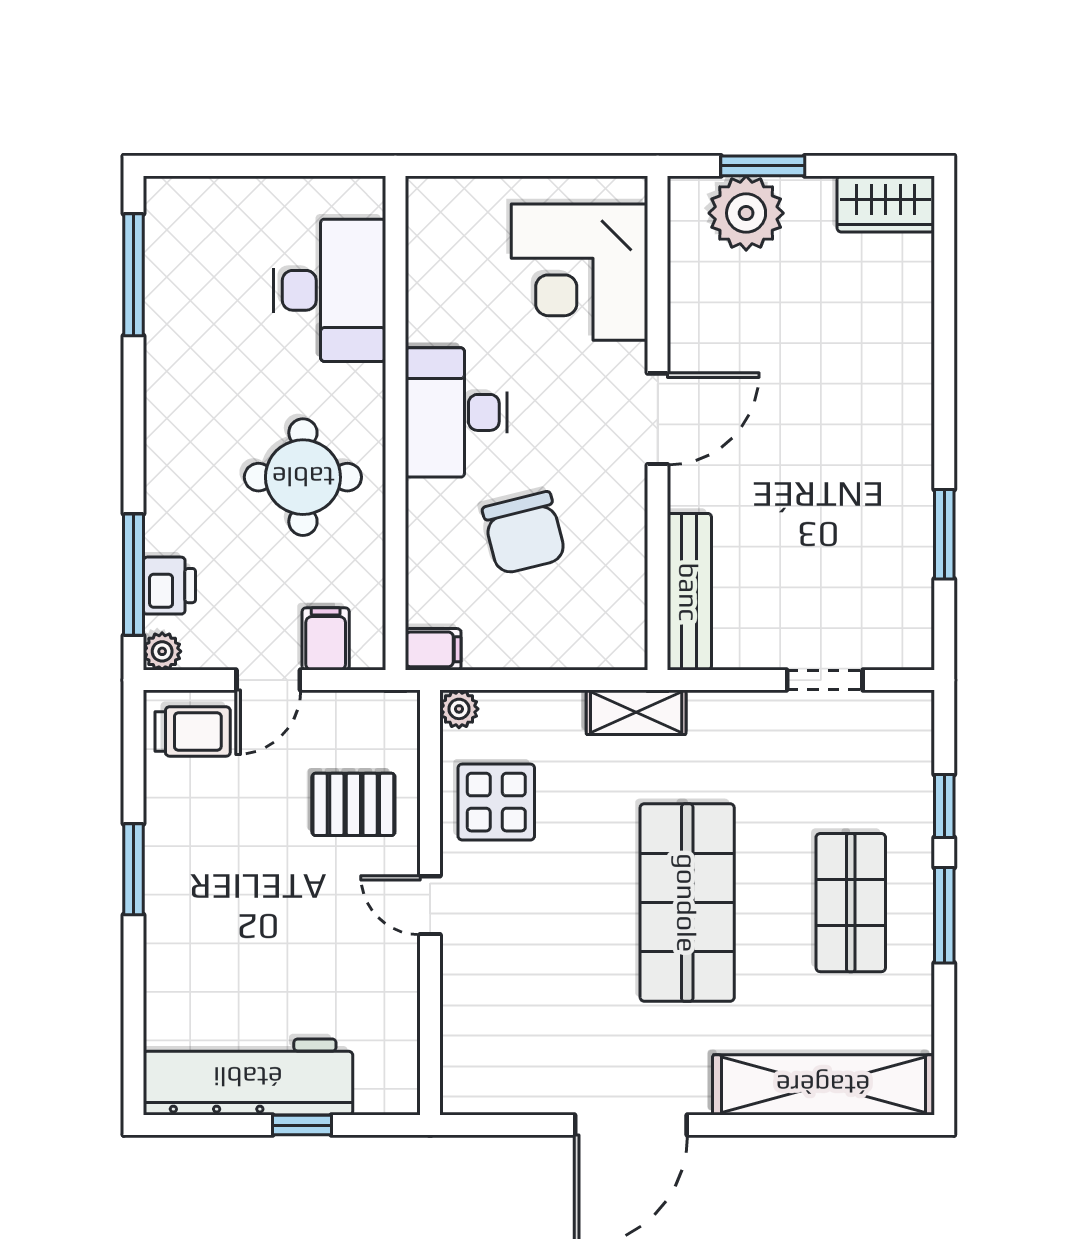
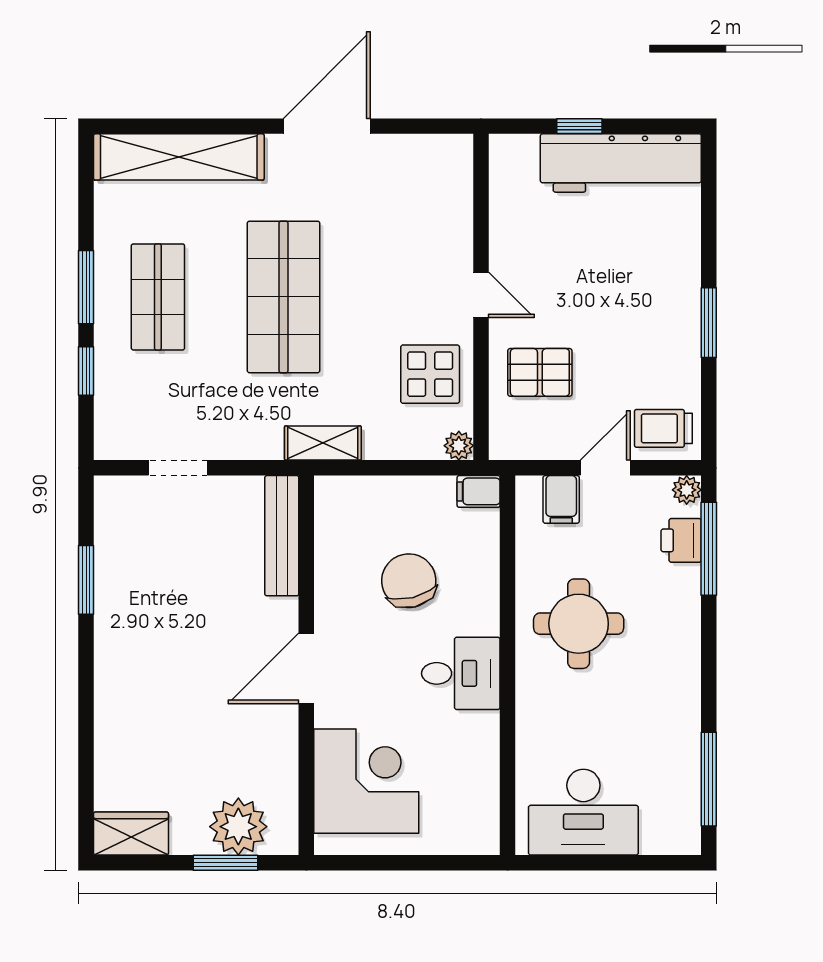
desk: (330, 290) -> (583, 812), moved, turned -90
desk: (456, 412) -> (461, 673), width x0.73

